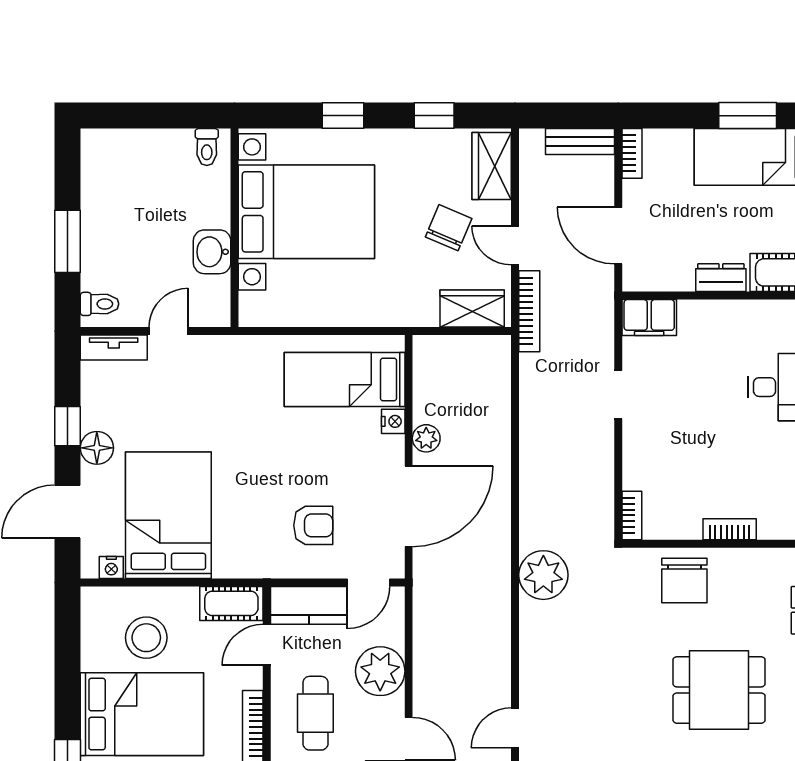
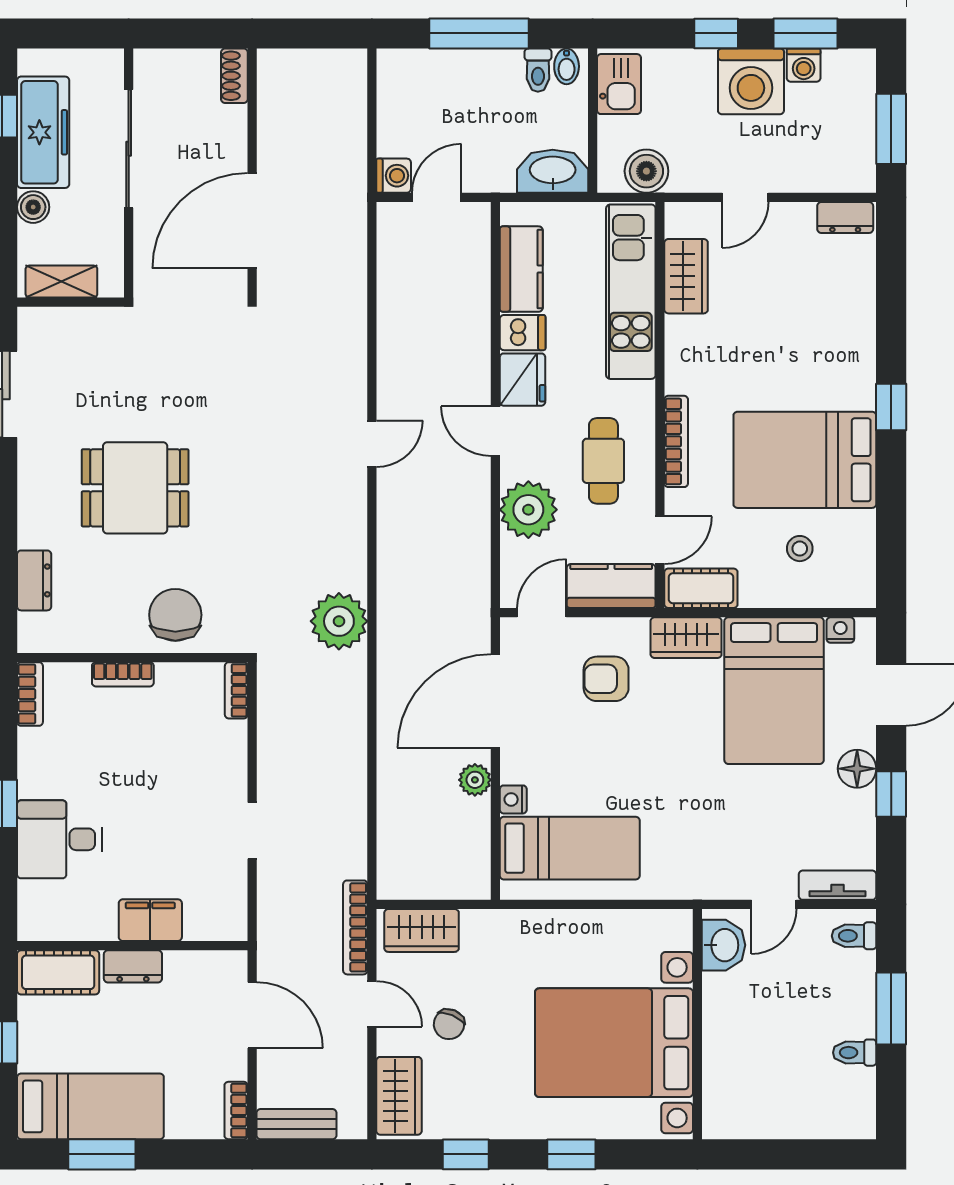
toilet: (207, 147) -> (855, 1053), moved, turned -90
chair: (449, 228) -> (449, 1024), width x0.73, depth x0.73
washbasin: (212, 252) -> (723, 945), moved
filing cabinet: (649, 317) -> (150, 920), moved
wardrobe: (244, 561) -> (686, 638), added
stool: (146, 638) -> (800, 549), width x0.53, depth x0.53

